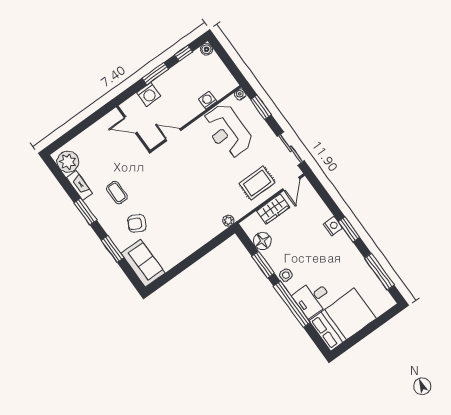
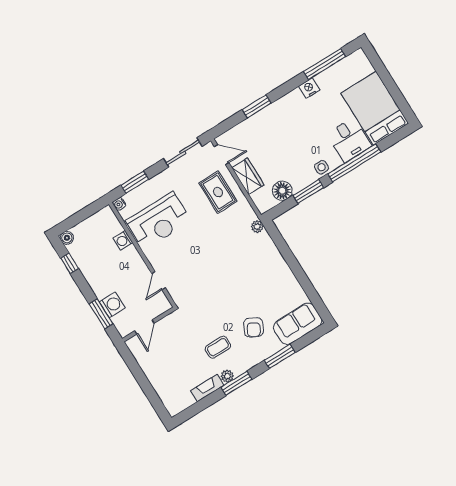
window: (155, 74) -> (101, 314), moved
plant: (68, 162) -> (227, 376), moved, width x0.53, depth x0.53
nightstand: (333, 226) -> (309, 88), moved
window: (349, 229) -> (257, 106), moved

